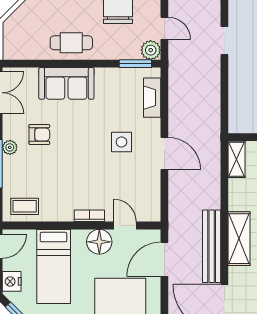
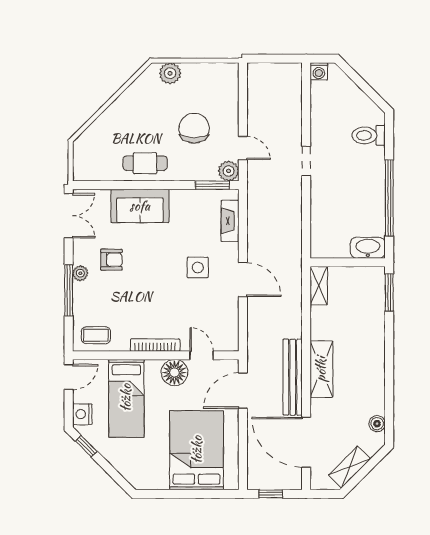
bookcase: (89, 216) -> (155, 345), width x1.56

